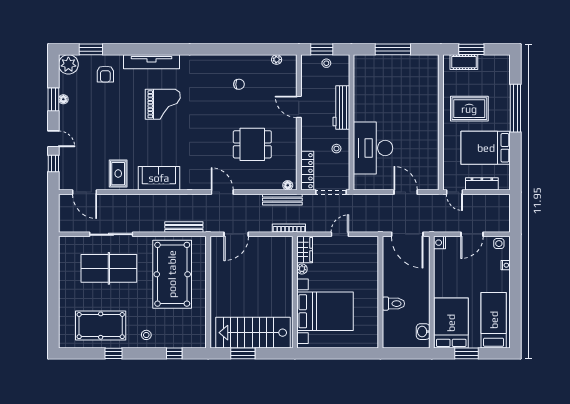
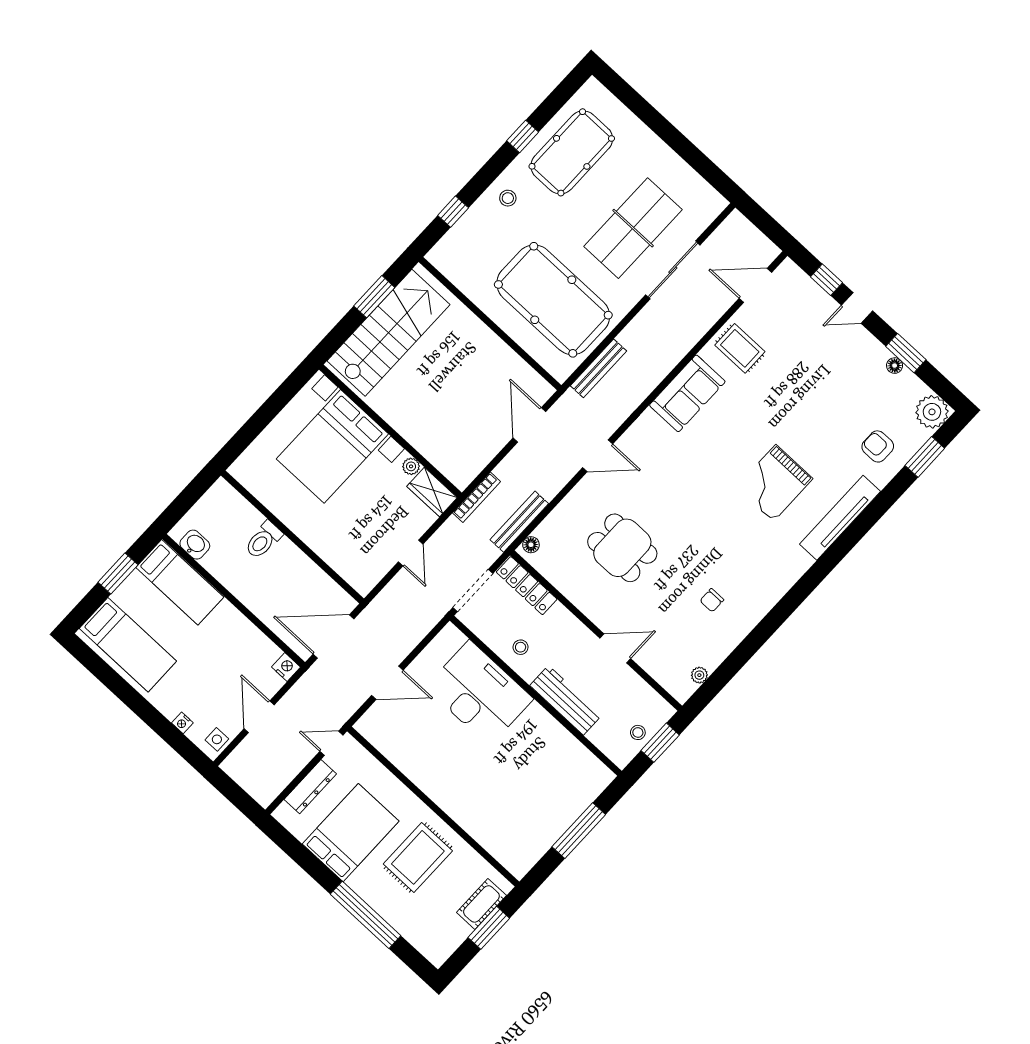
dining table: (252, 144) -> (622, 548), turned 90
bed: (451, 323) -> (180, 582), width x0.67

